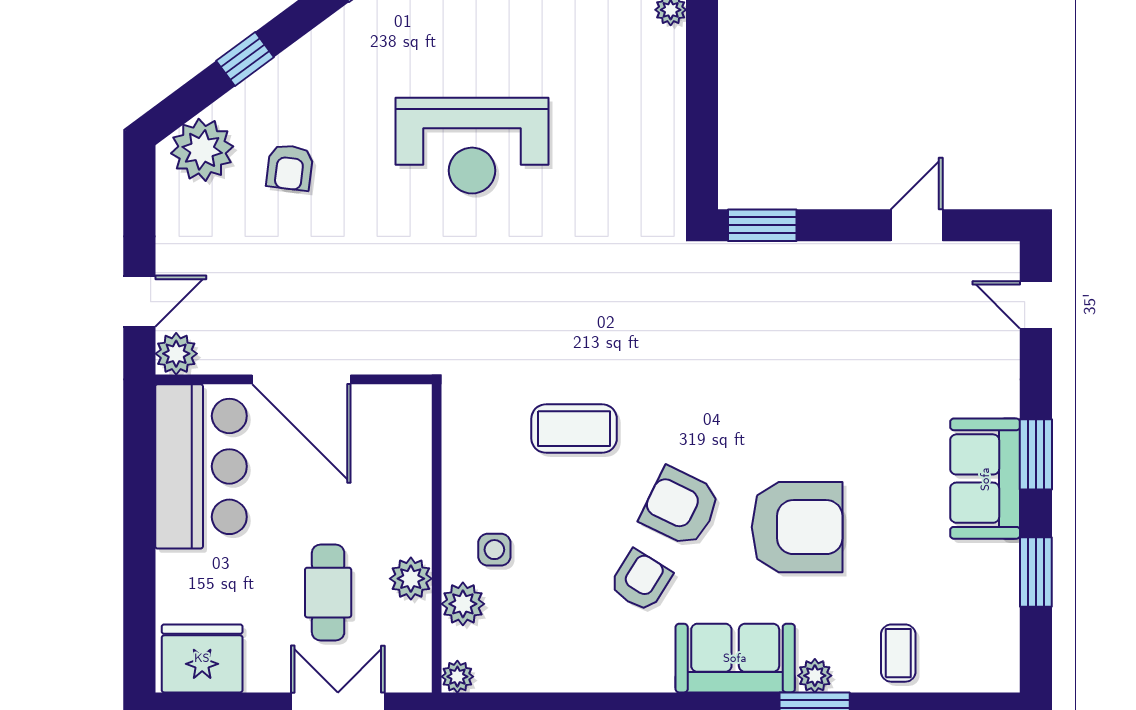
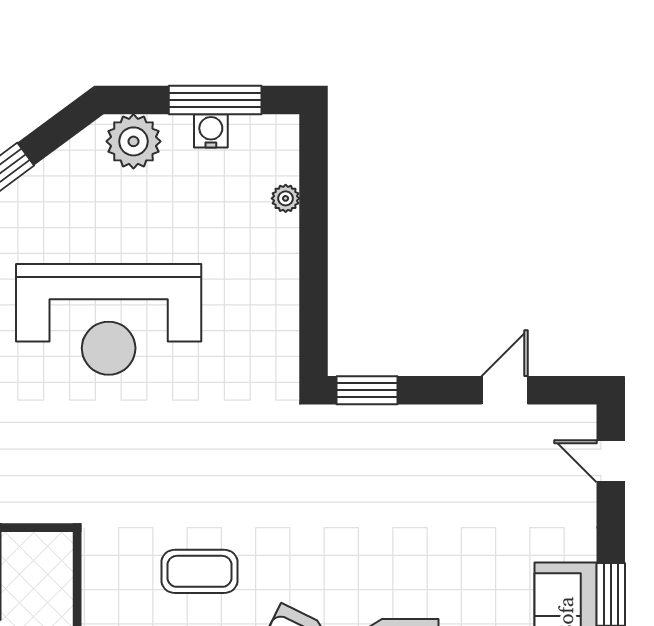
reception desk: (472, 146) -> (109, 319), width x1.36, depth x1.30

